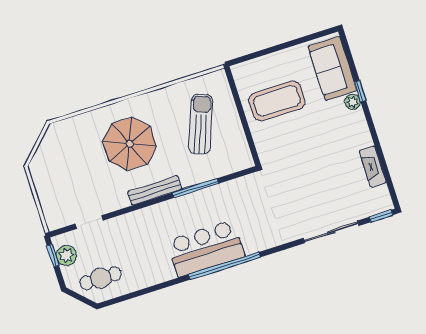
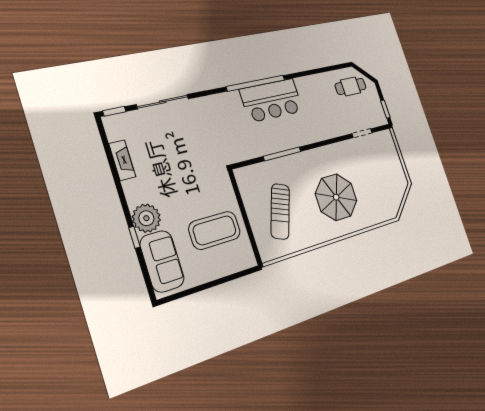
plant: (353, 102) -> (146, 218), width x1.87, depth x1.87
bench: (155, 190) -> (314, 155), removed
plant: (66, 256) -> (376, 108), removed

